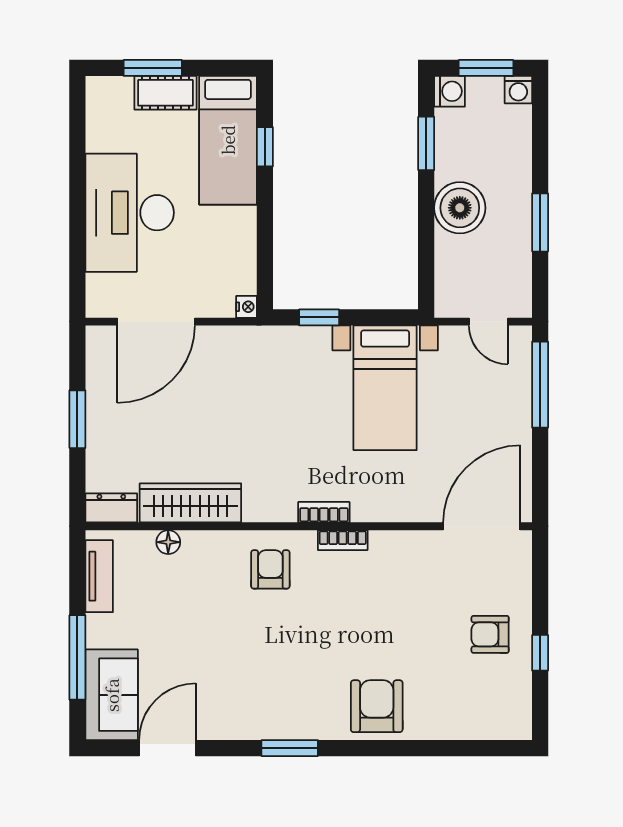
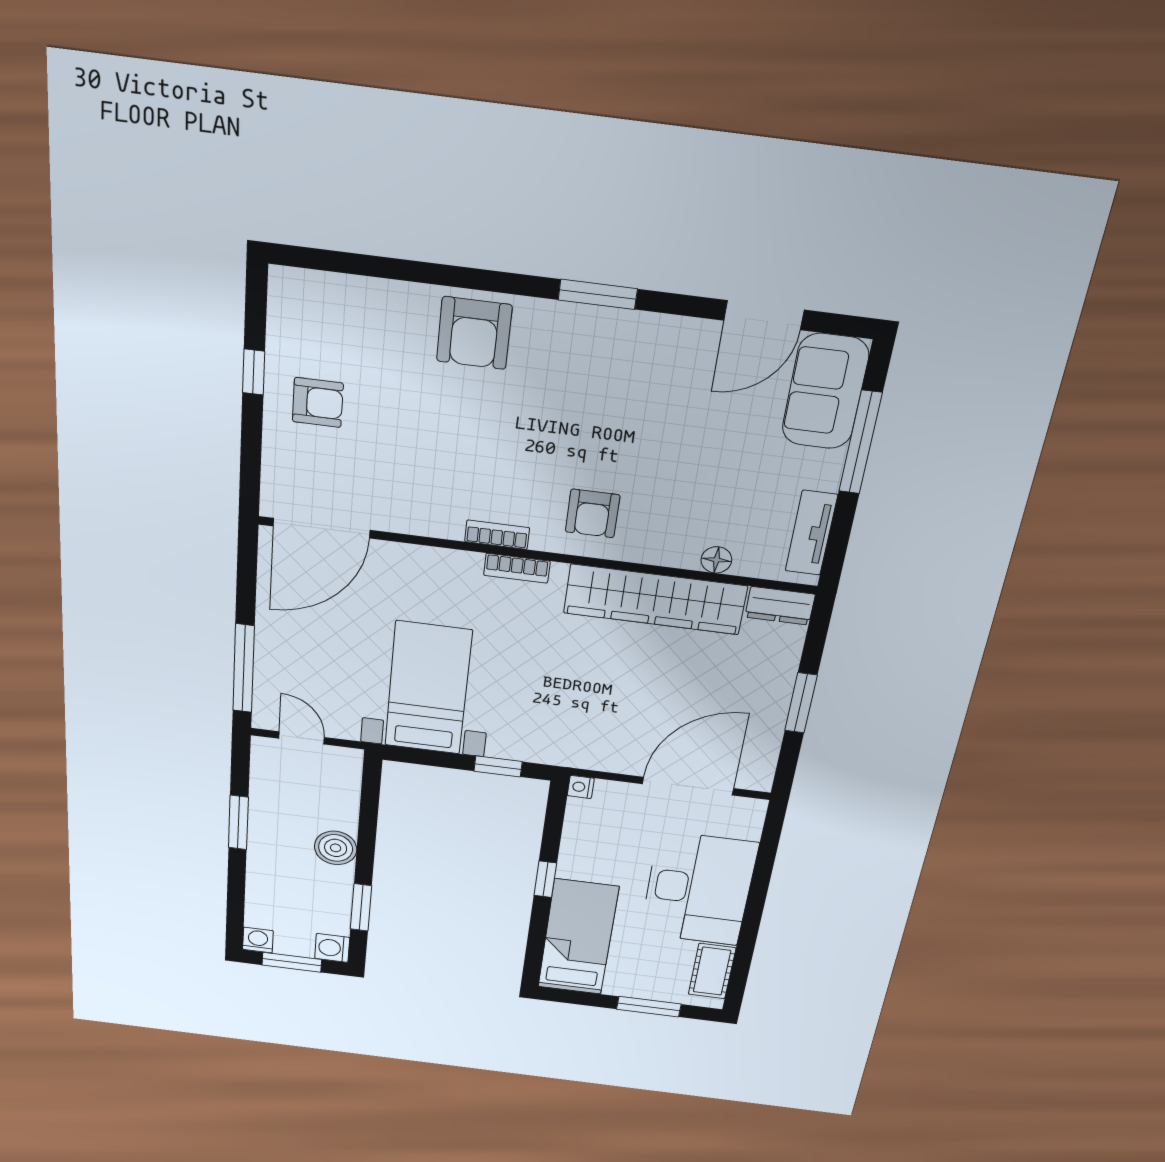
cot: (165, 93) -> (712, 971), moved, turned 90
window: (265, 147) -> (545, 879), moved
boiler: (460, 208) -> (336, 848), width x0.73, depth x0.73
wardrobe: (190, 503) -> (655, 599), width x1.40, depth x1.17

